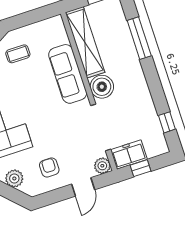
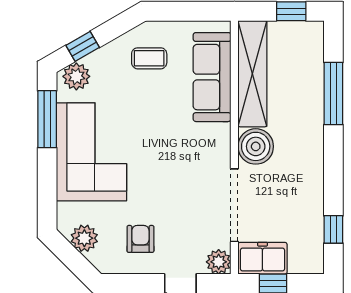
sofa: (68, 74) -> (212, 77), moved

